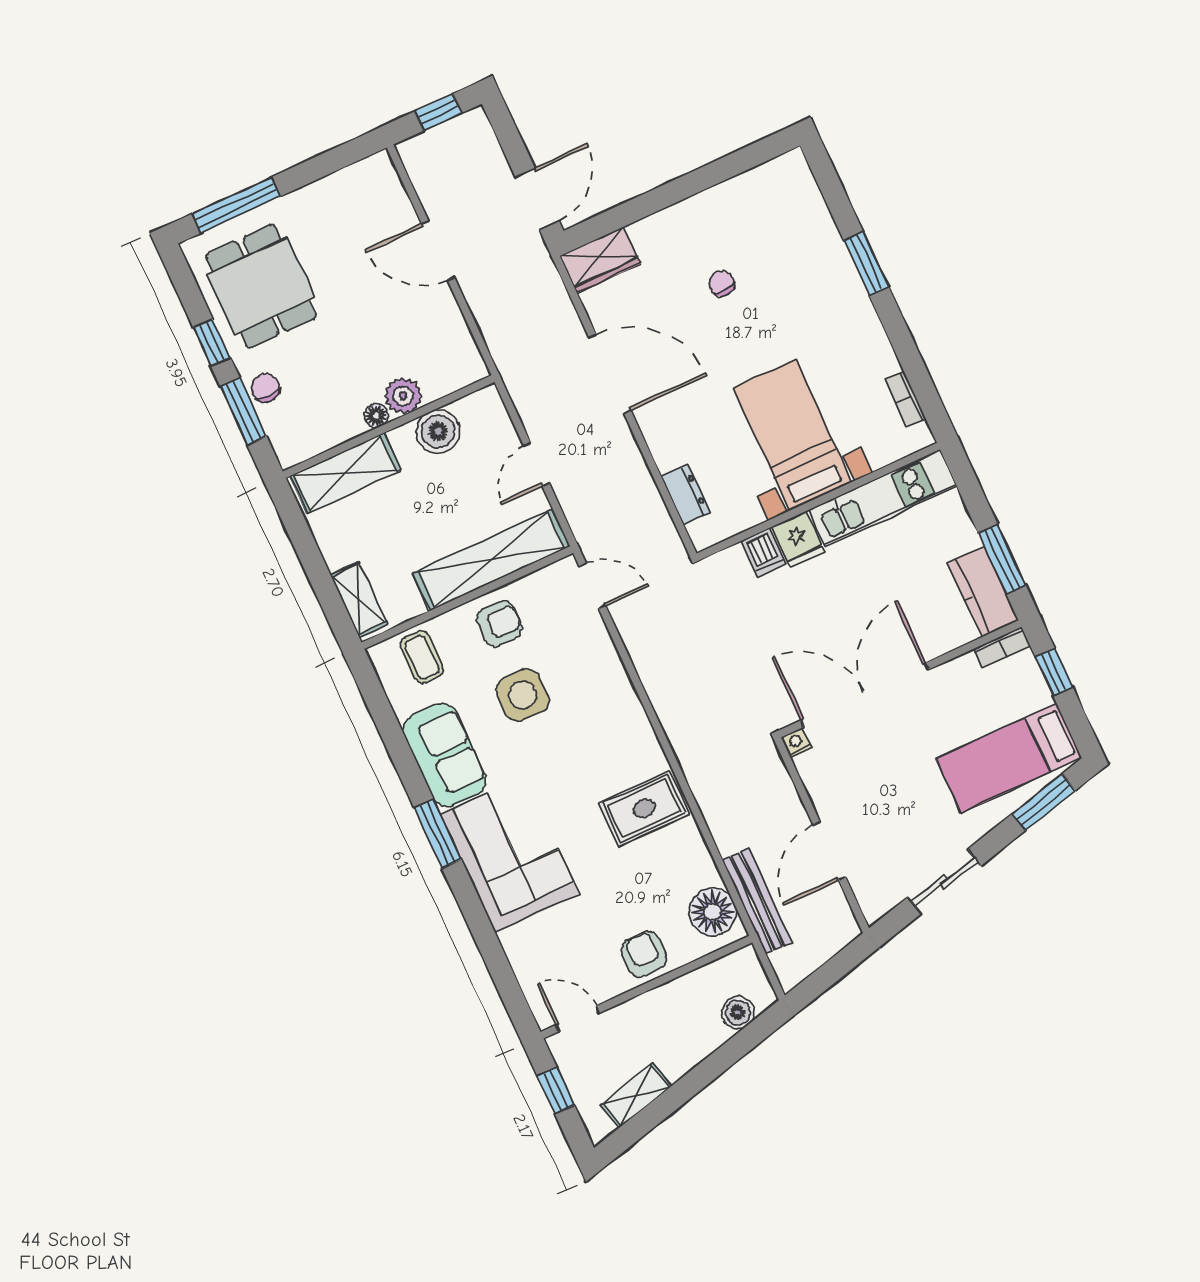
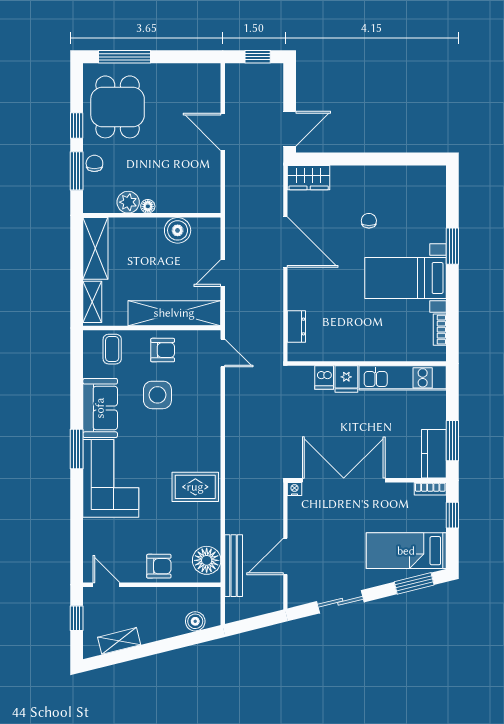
plant: (403, 396) -> (128, 202), moved
bed with nightstands: (792, 435) -> (405, 278), moved, turned -90
shelving: (345, 473) -> (95, 248), moved, turned 90
armchair: (644, 954) -> (159, 566), turned 90

